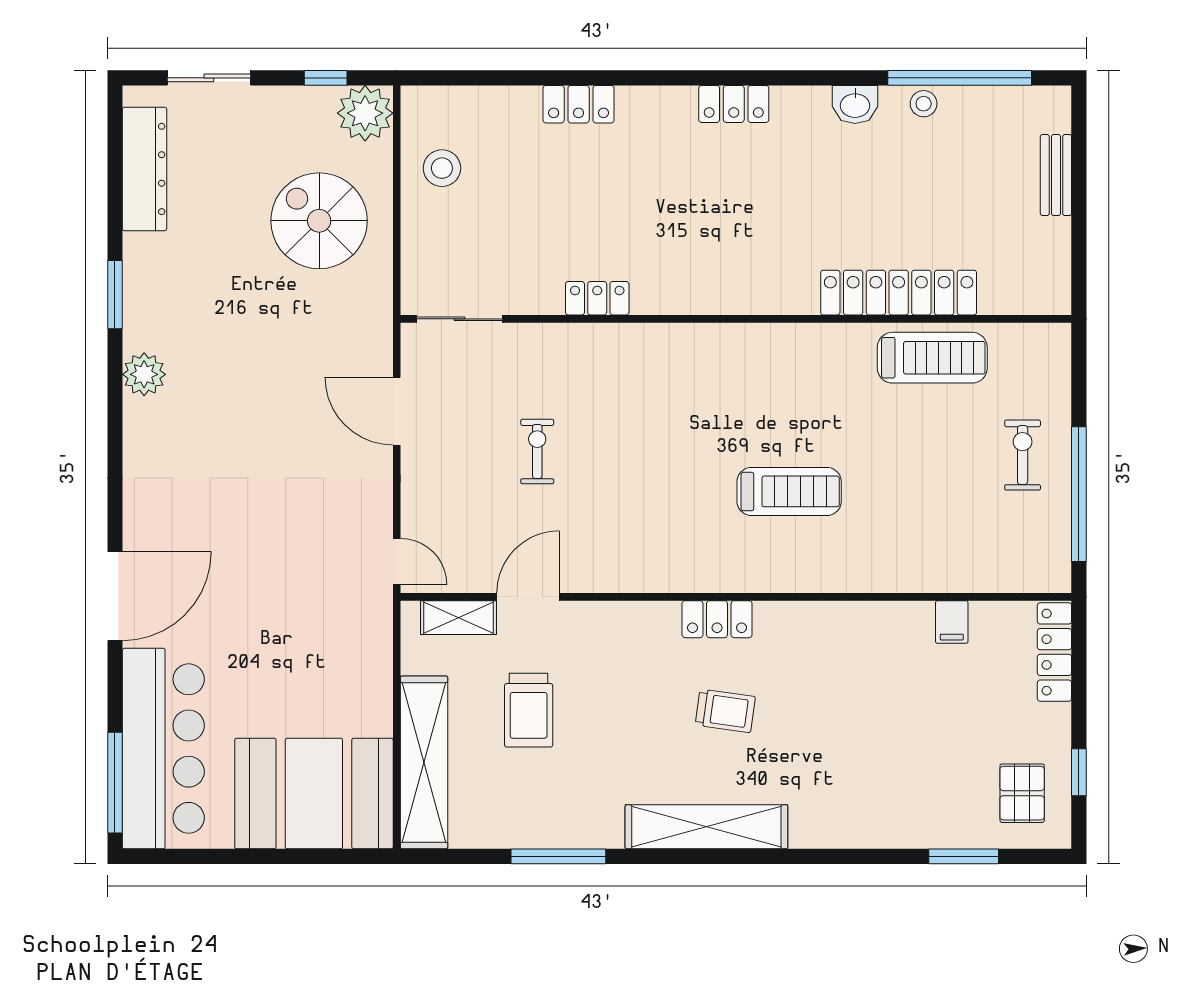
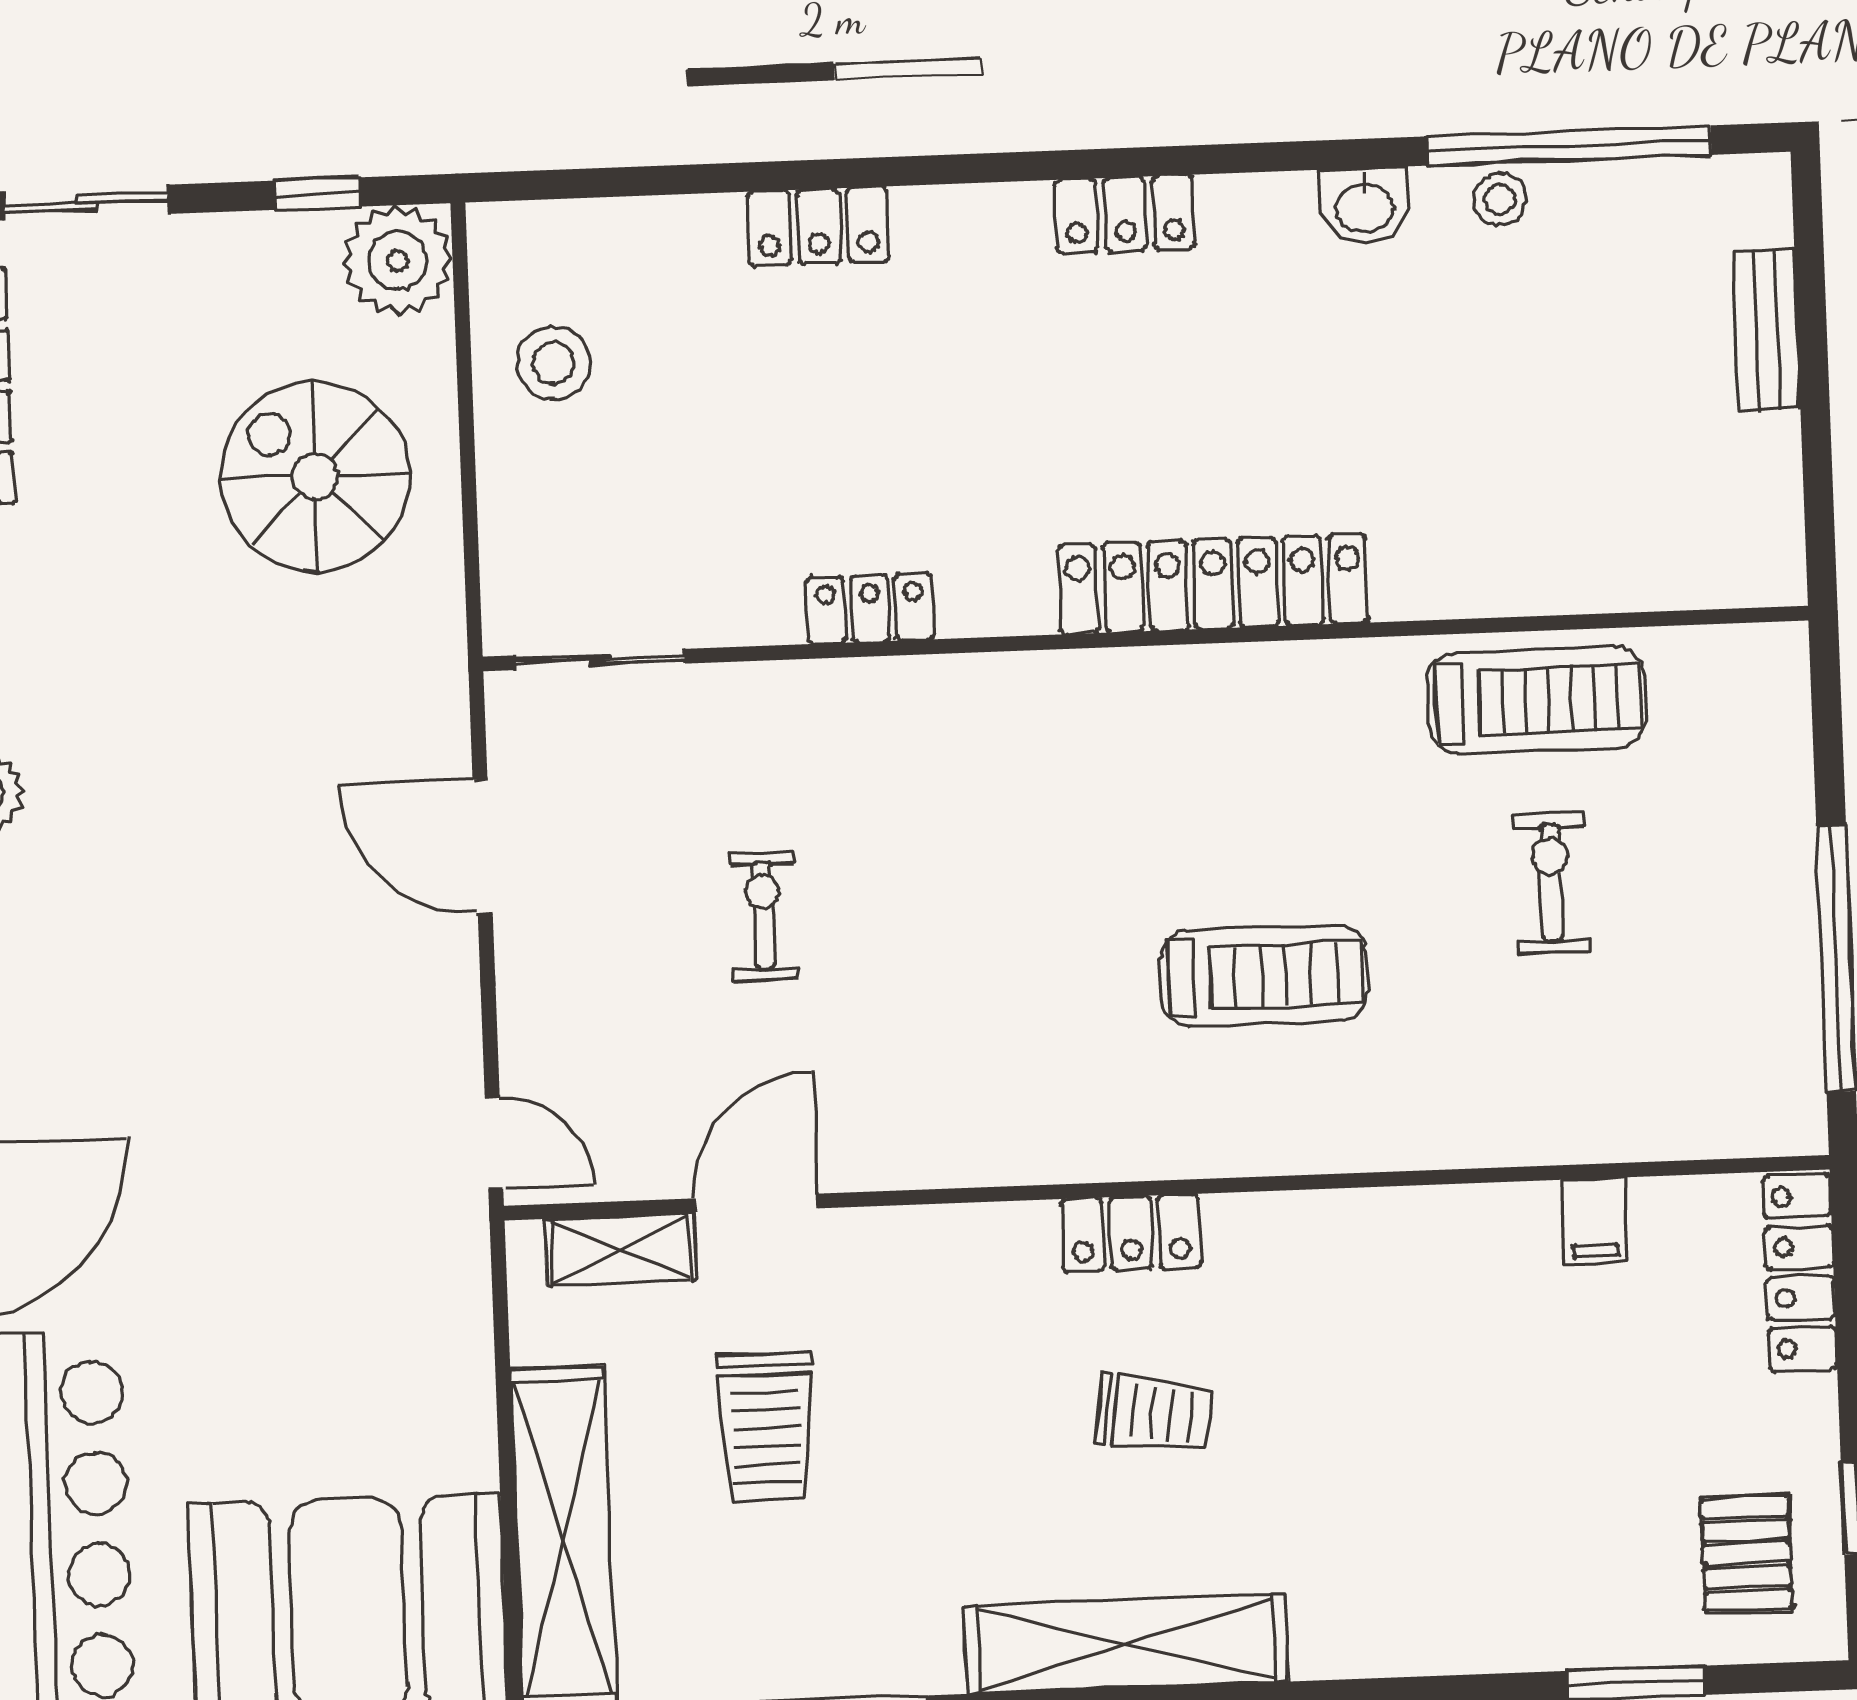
locker: (899, 293) -> (1213, 584), moved
exercise bike: (1023, 455) -> (1551, 883), moved

